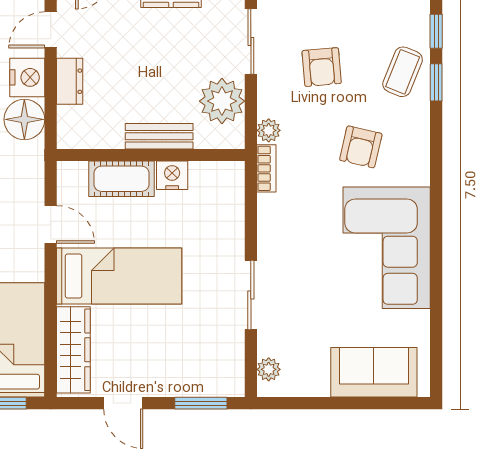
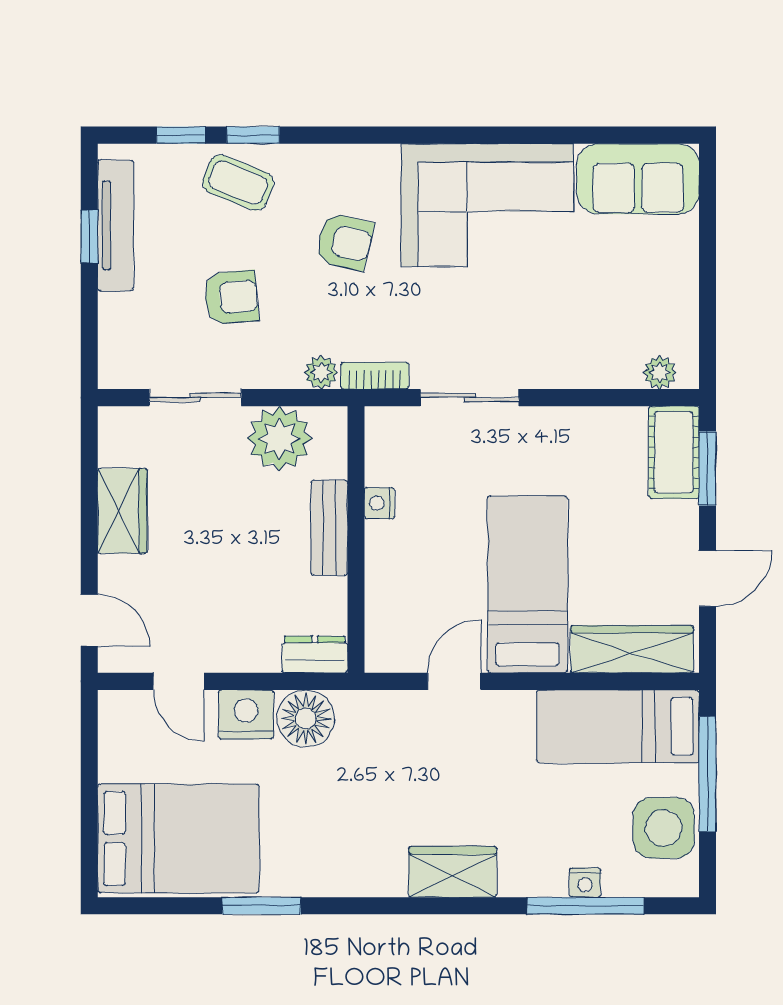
dresser: (70, 81) -> (315, 654), moved
nightstand: (172, 175) -> (379, 503), width x0.72, depth x0.74
cot: (122, 179) -> (674, 452), moved
sliding door: (251, 295) -> (470, 398), moved
sofa: (374, 372) -> (638, 179), moved, turned -90

